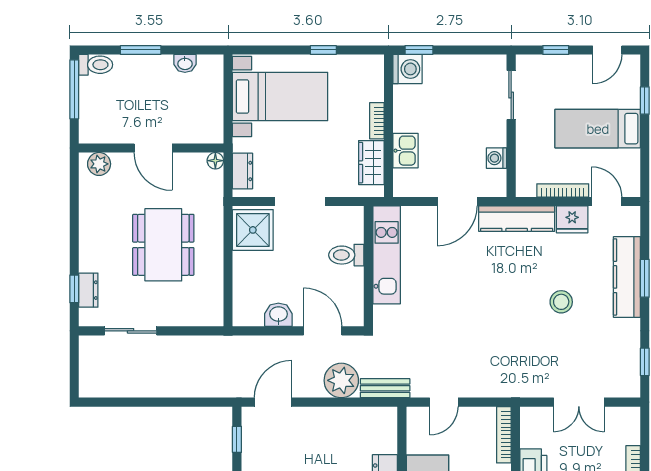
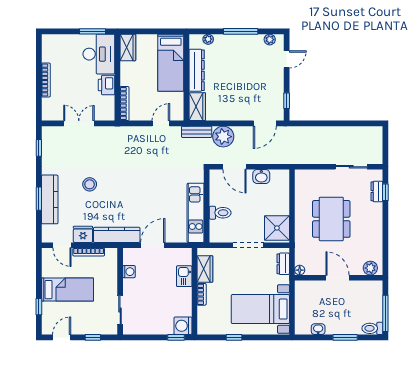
wardrobe: (384, 430) -> (197, 107), added

